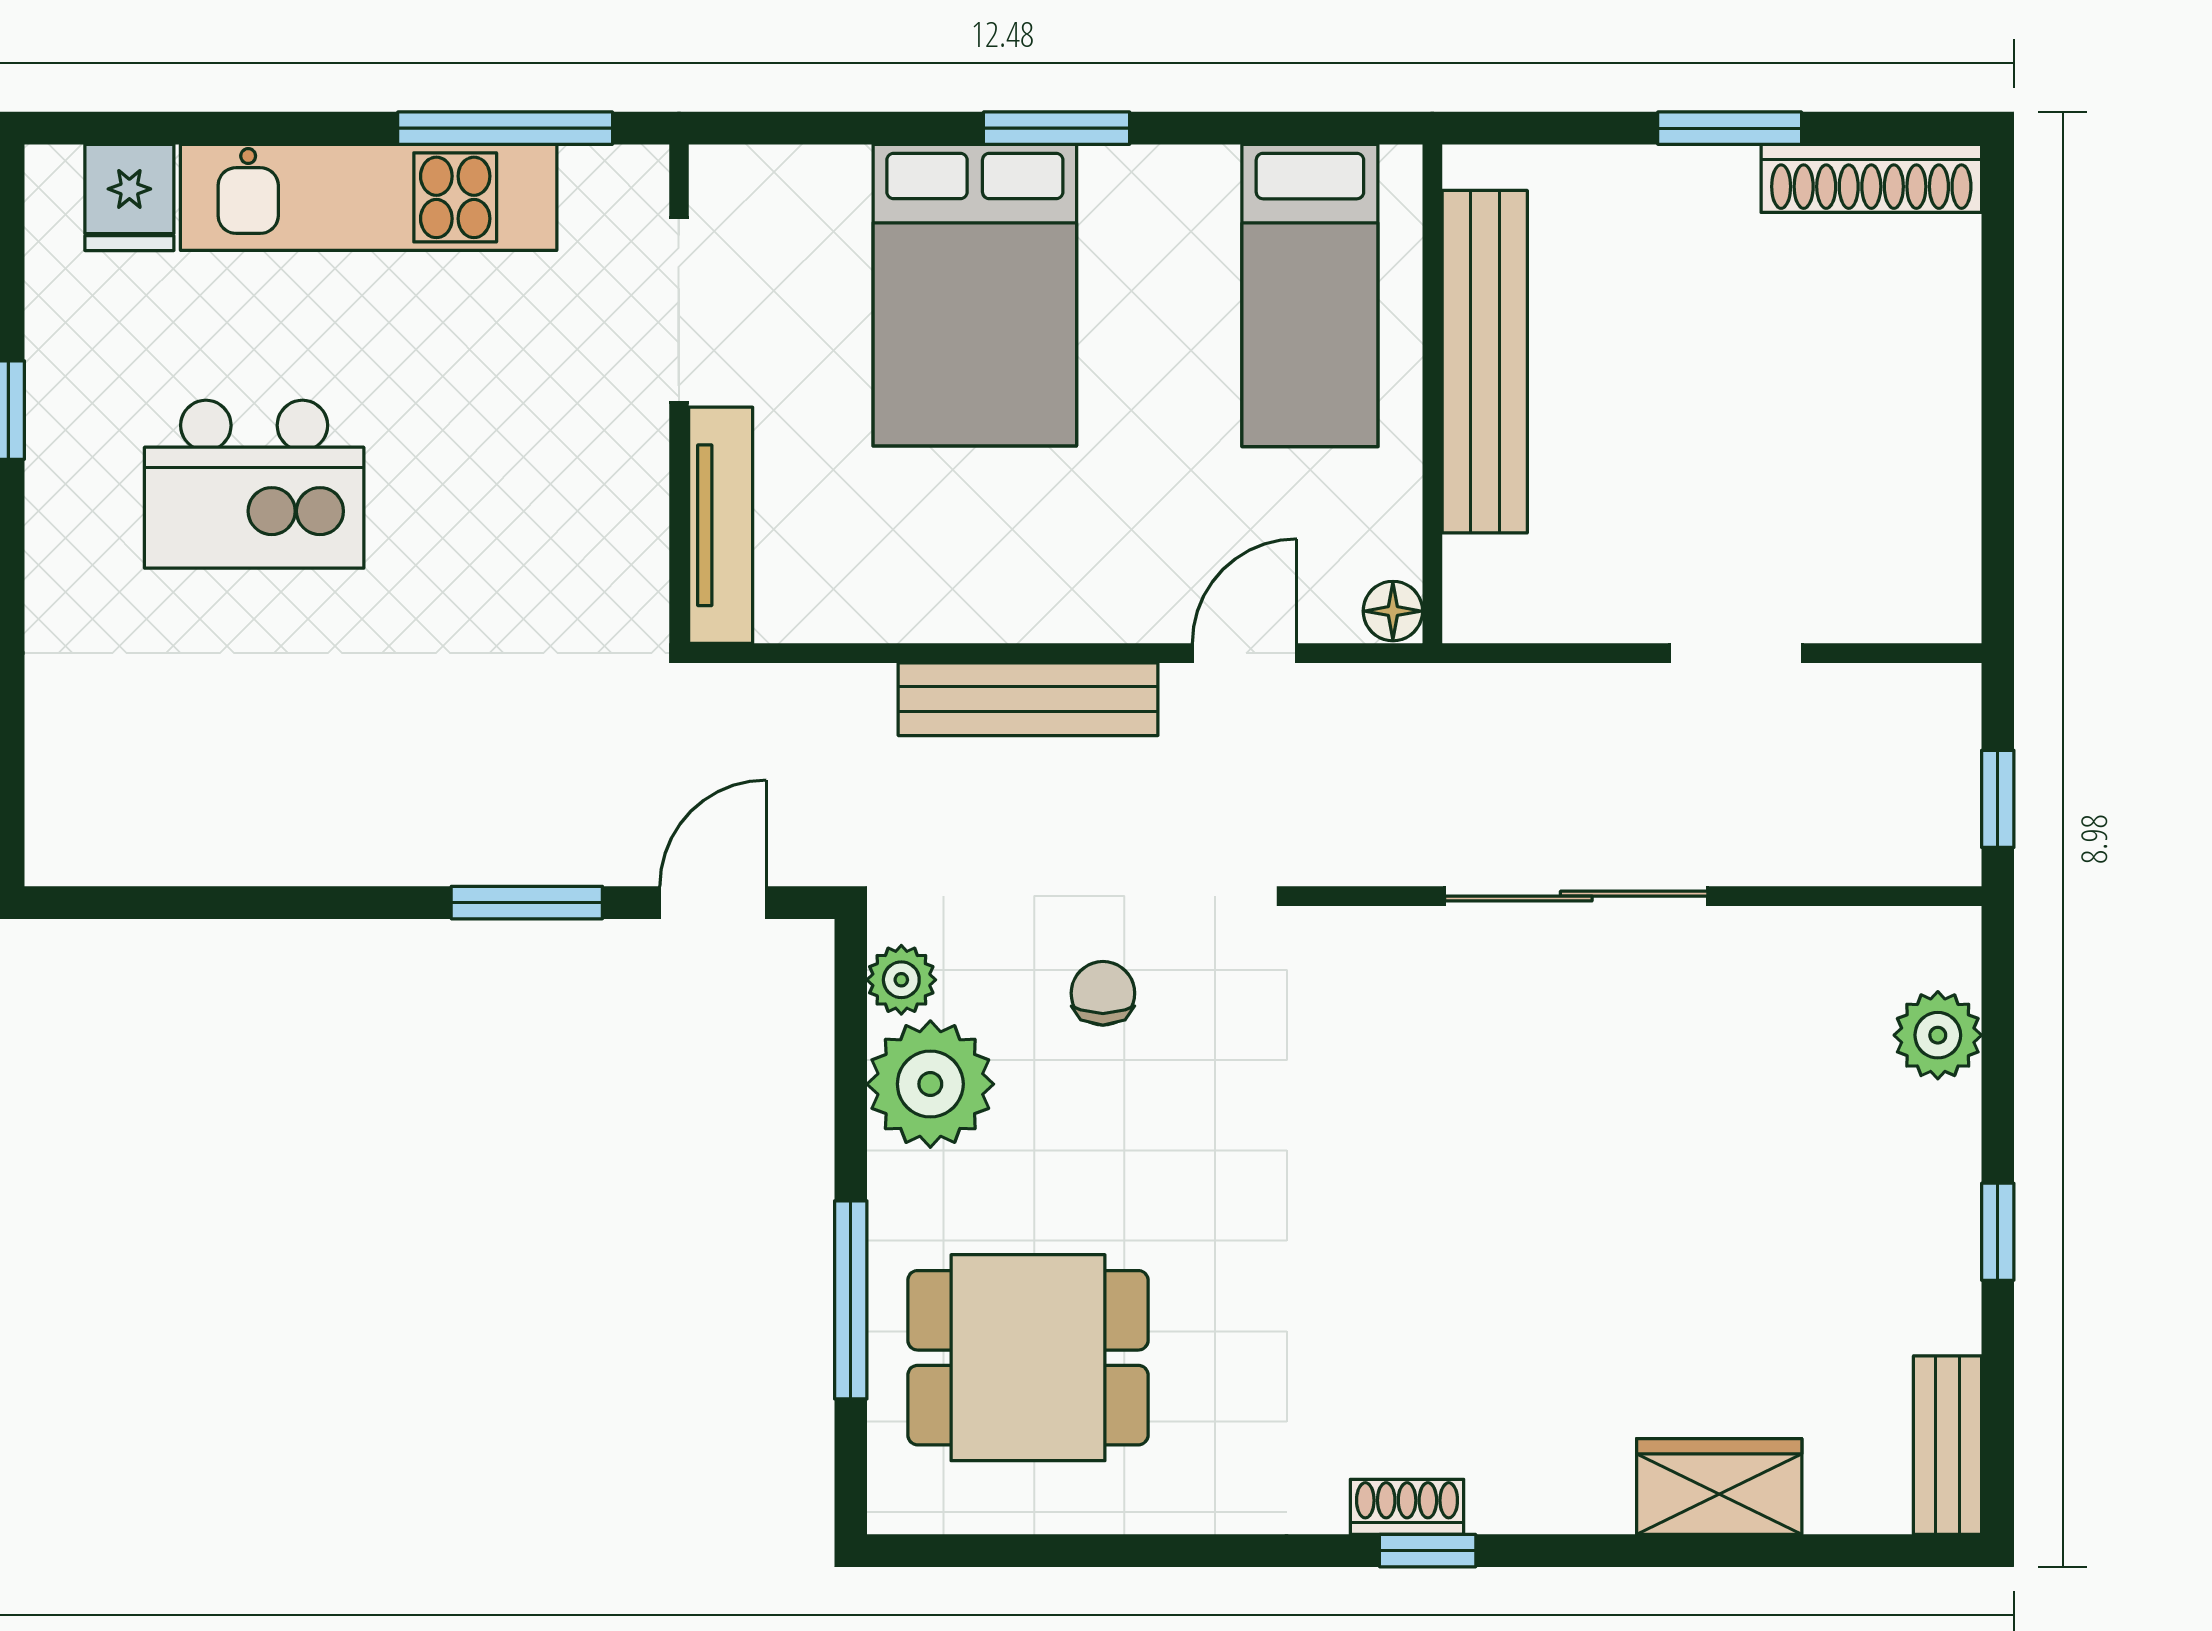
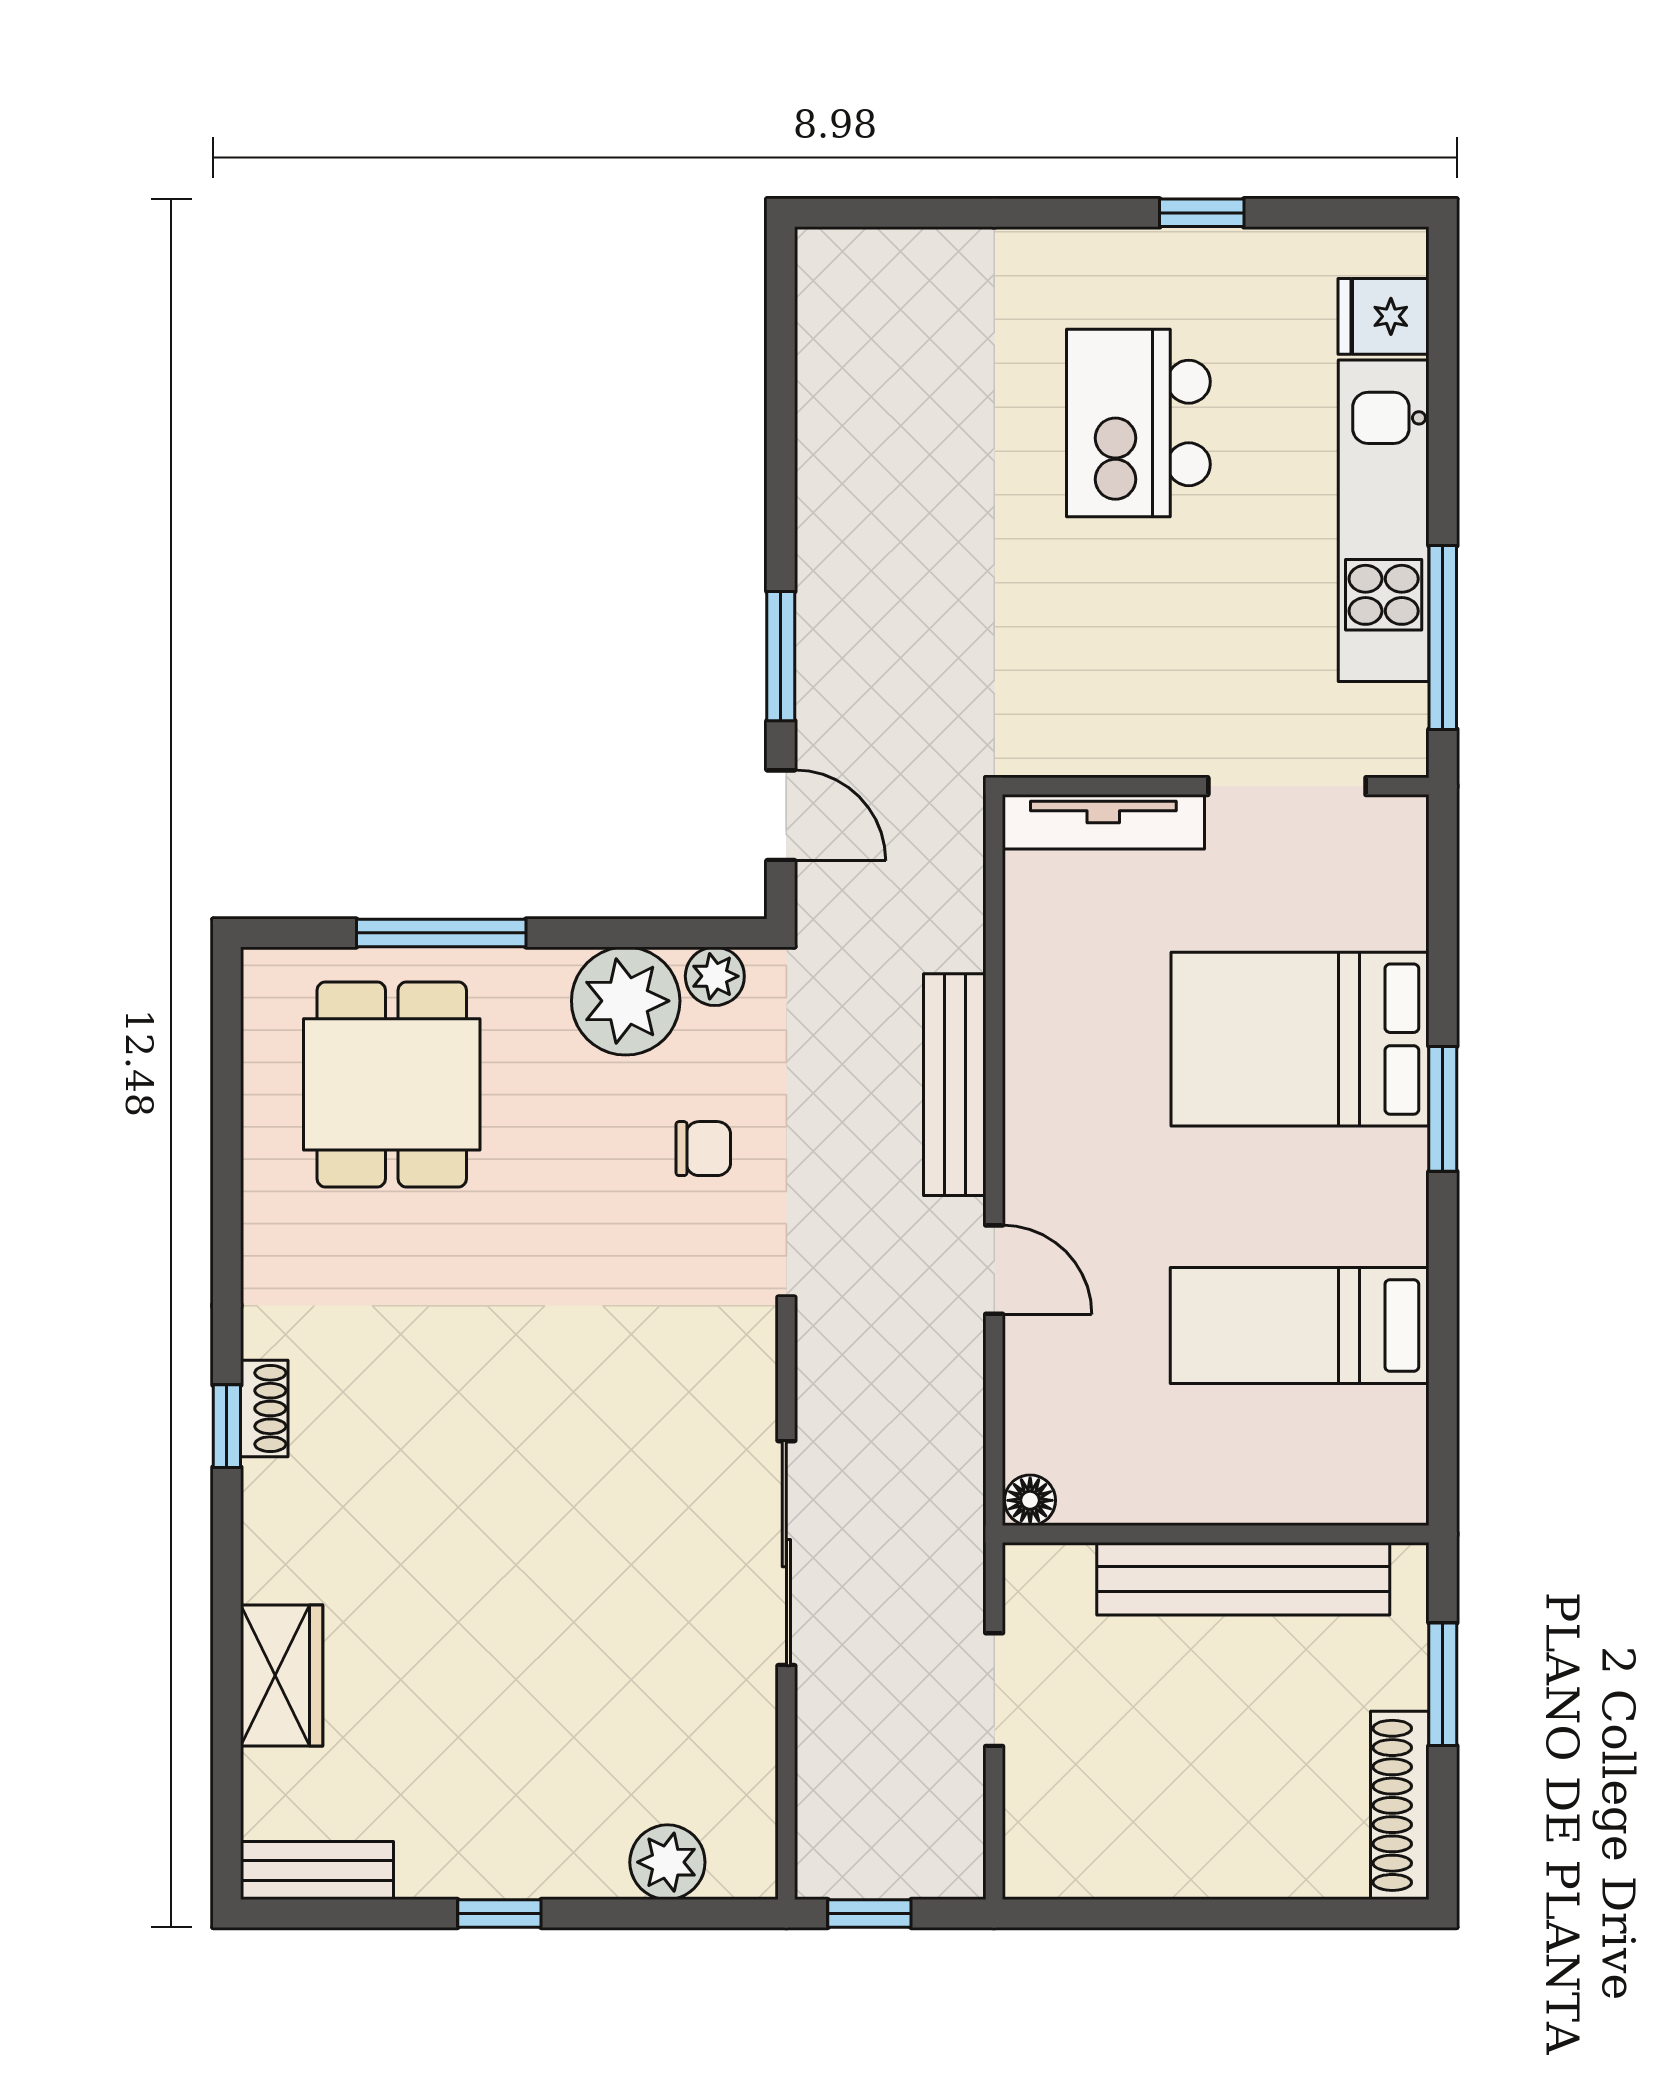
bench: (1485, 362) -> (1243, 1579), moved
wall: (1432, 394) -> (1216, 1534), moved
floor lamp: (1393, 611) -> (1030, 1500), moved

